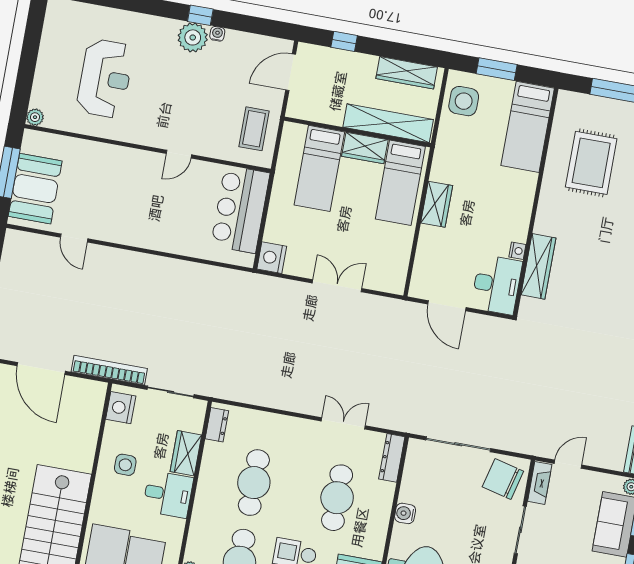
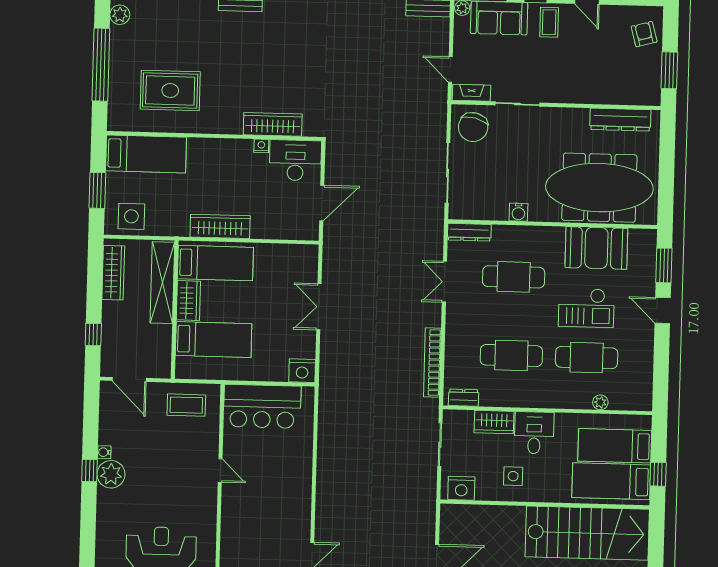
wardrobe: (437, 204) -> (220, 226), width x1.50
bookcase: (109, 370) -> (432, 363), moved

